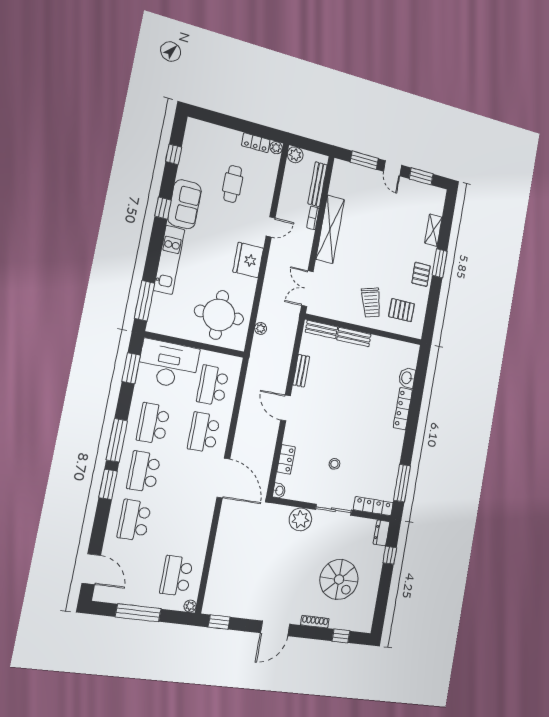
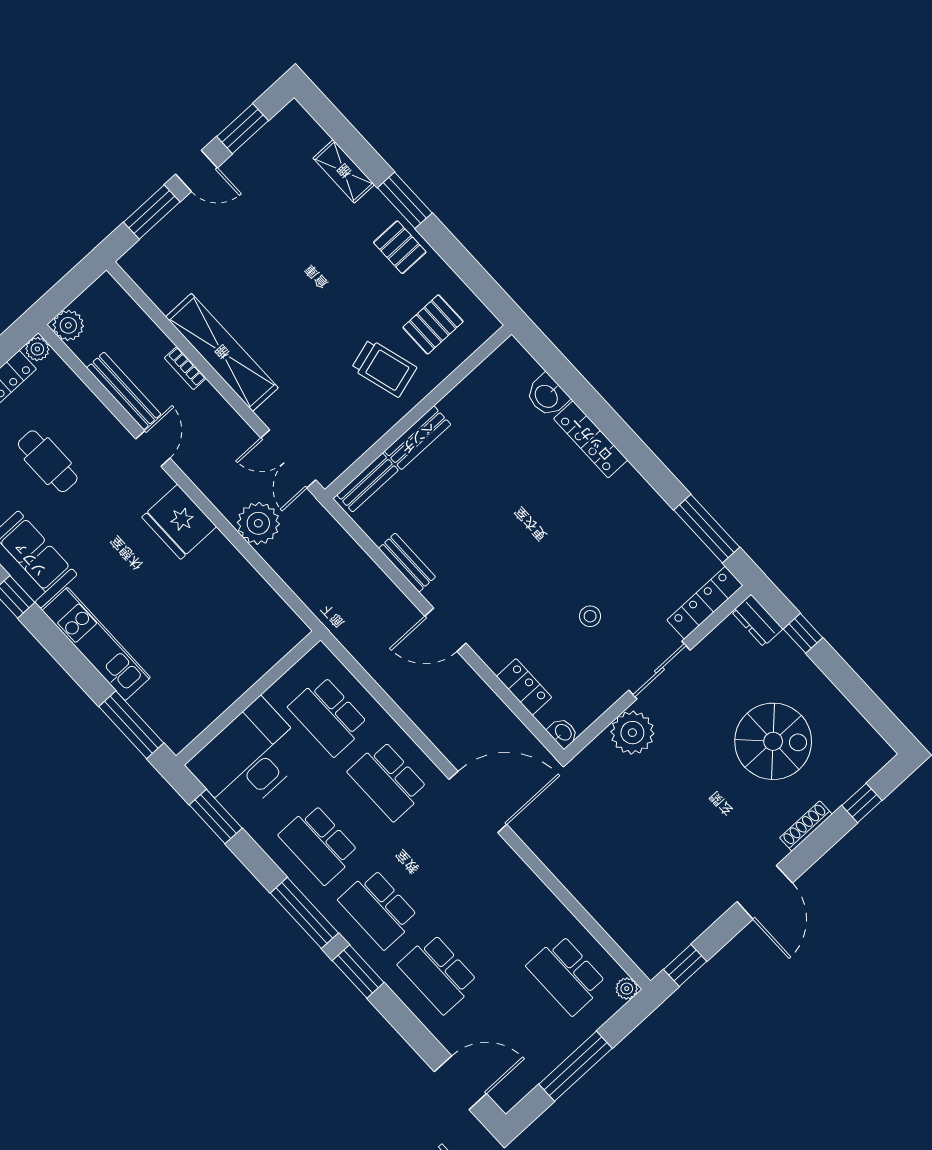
bench: (318, 184) -> (124, 391), moved
round table: (219, 315) -> (230, 629), removed
plant: (261, 328) -> (258, 523), moved, width x1.88, depth x1.88

